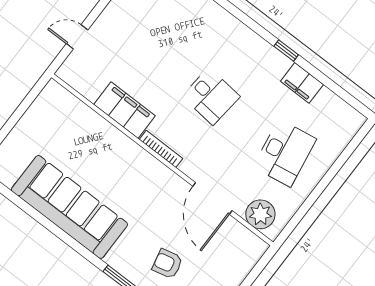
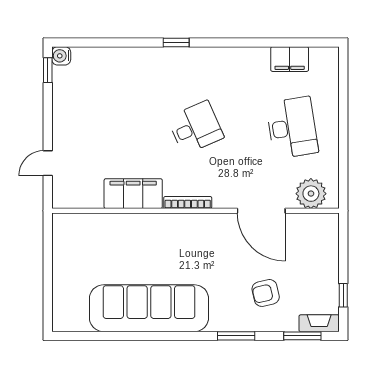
window: (286, 51) -> (176, 42), moved
filing cabinet: (302, 83) -> (290, 59), moved
desk: (211, 96) -> (196, 128), turned -30

